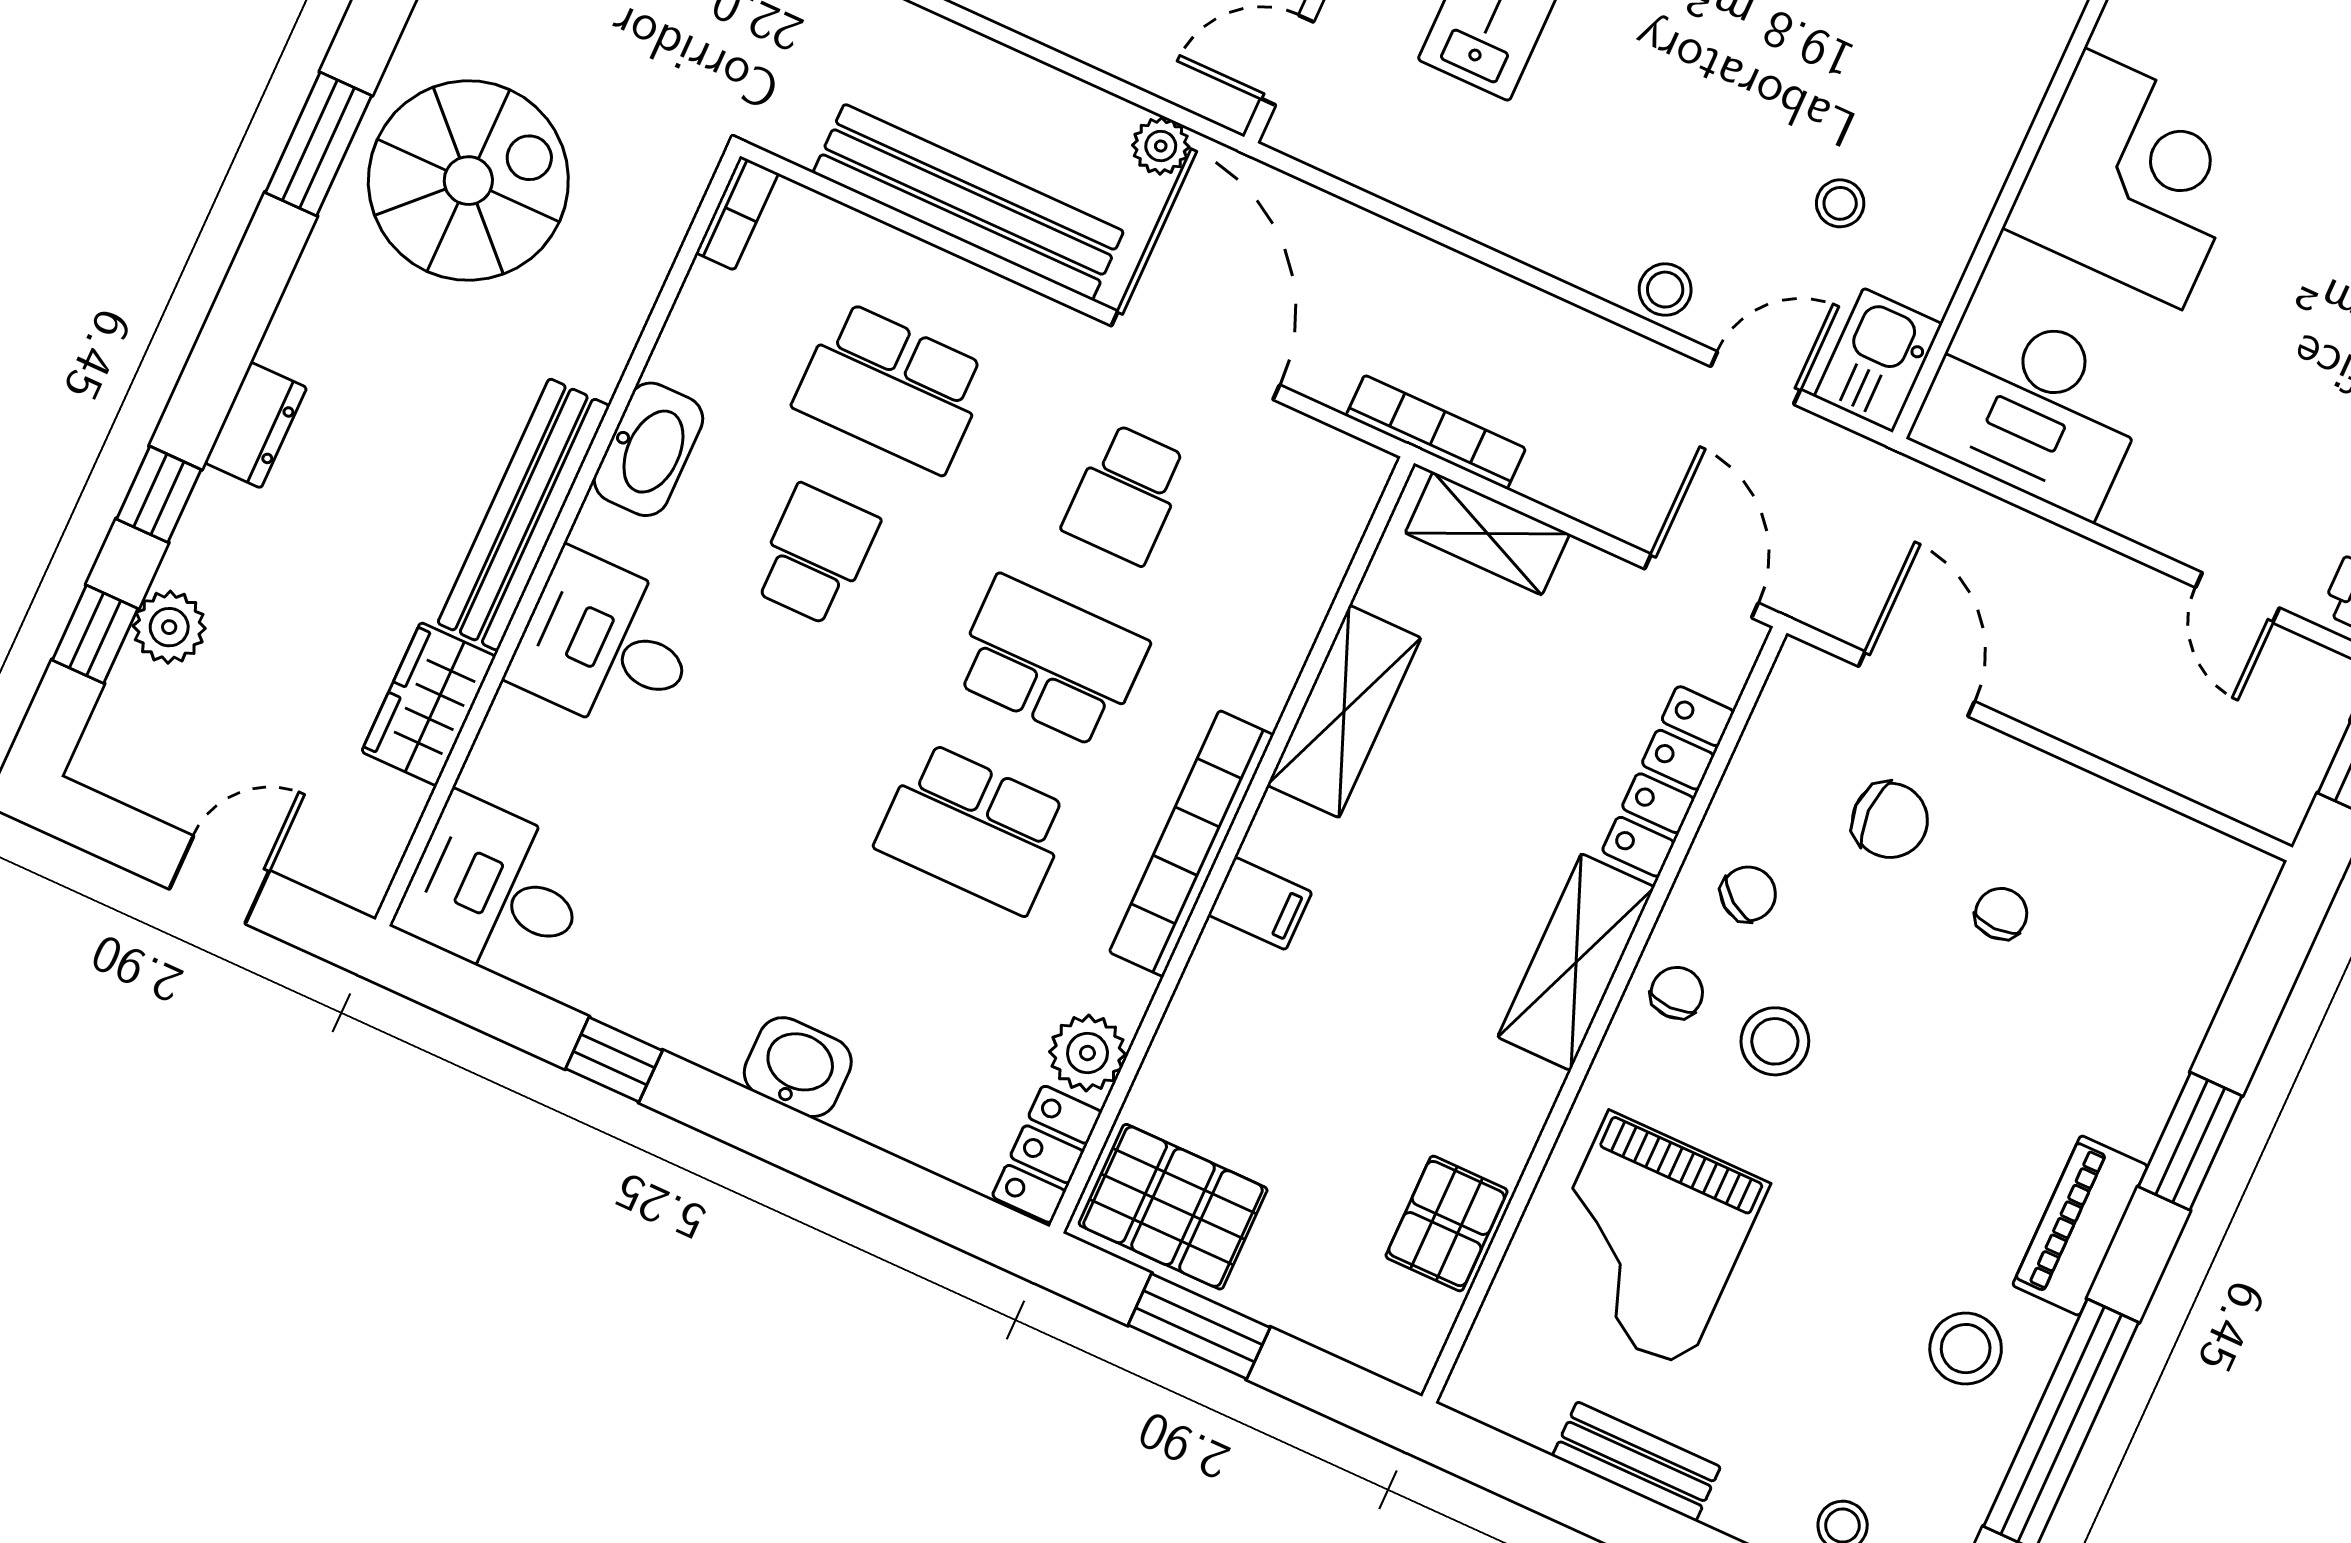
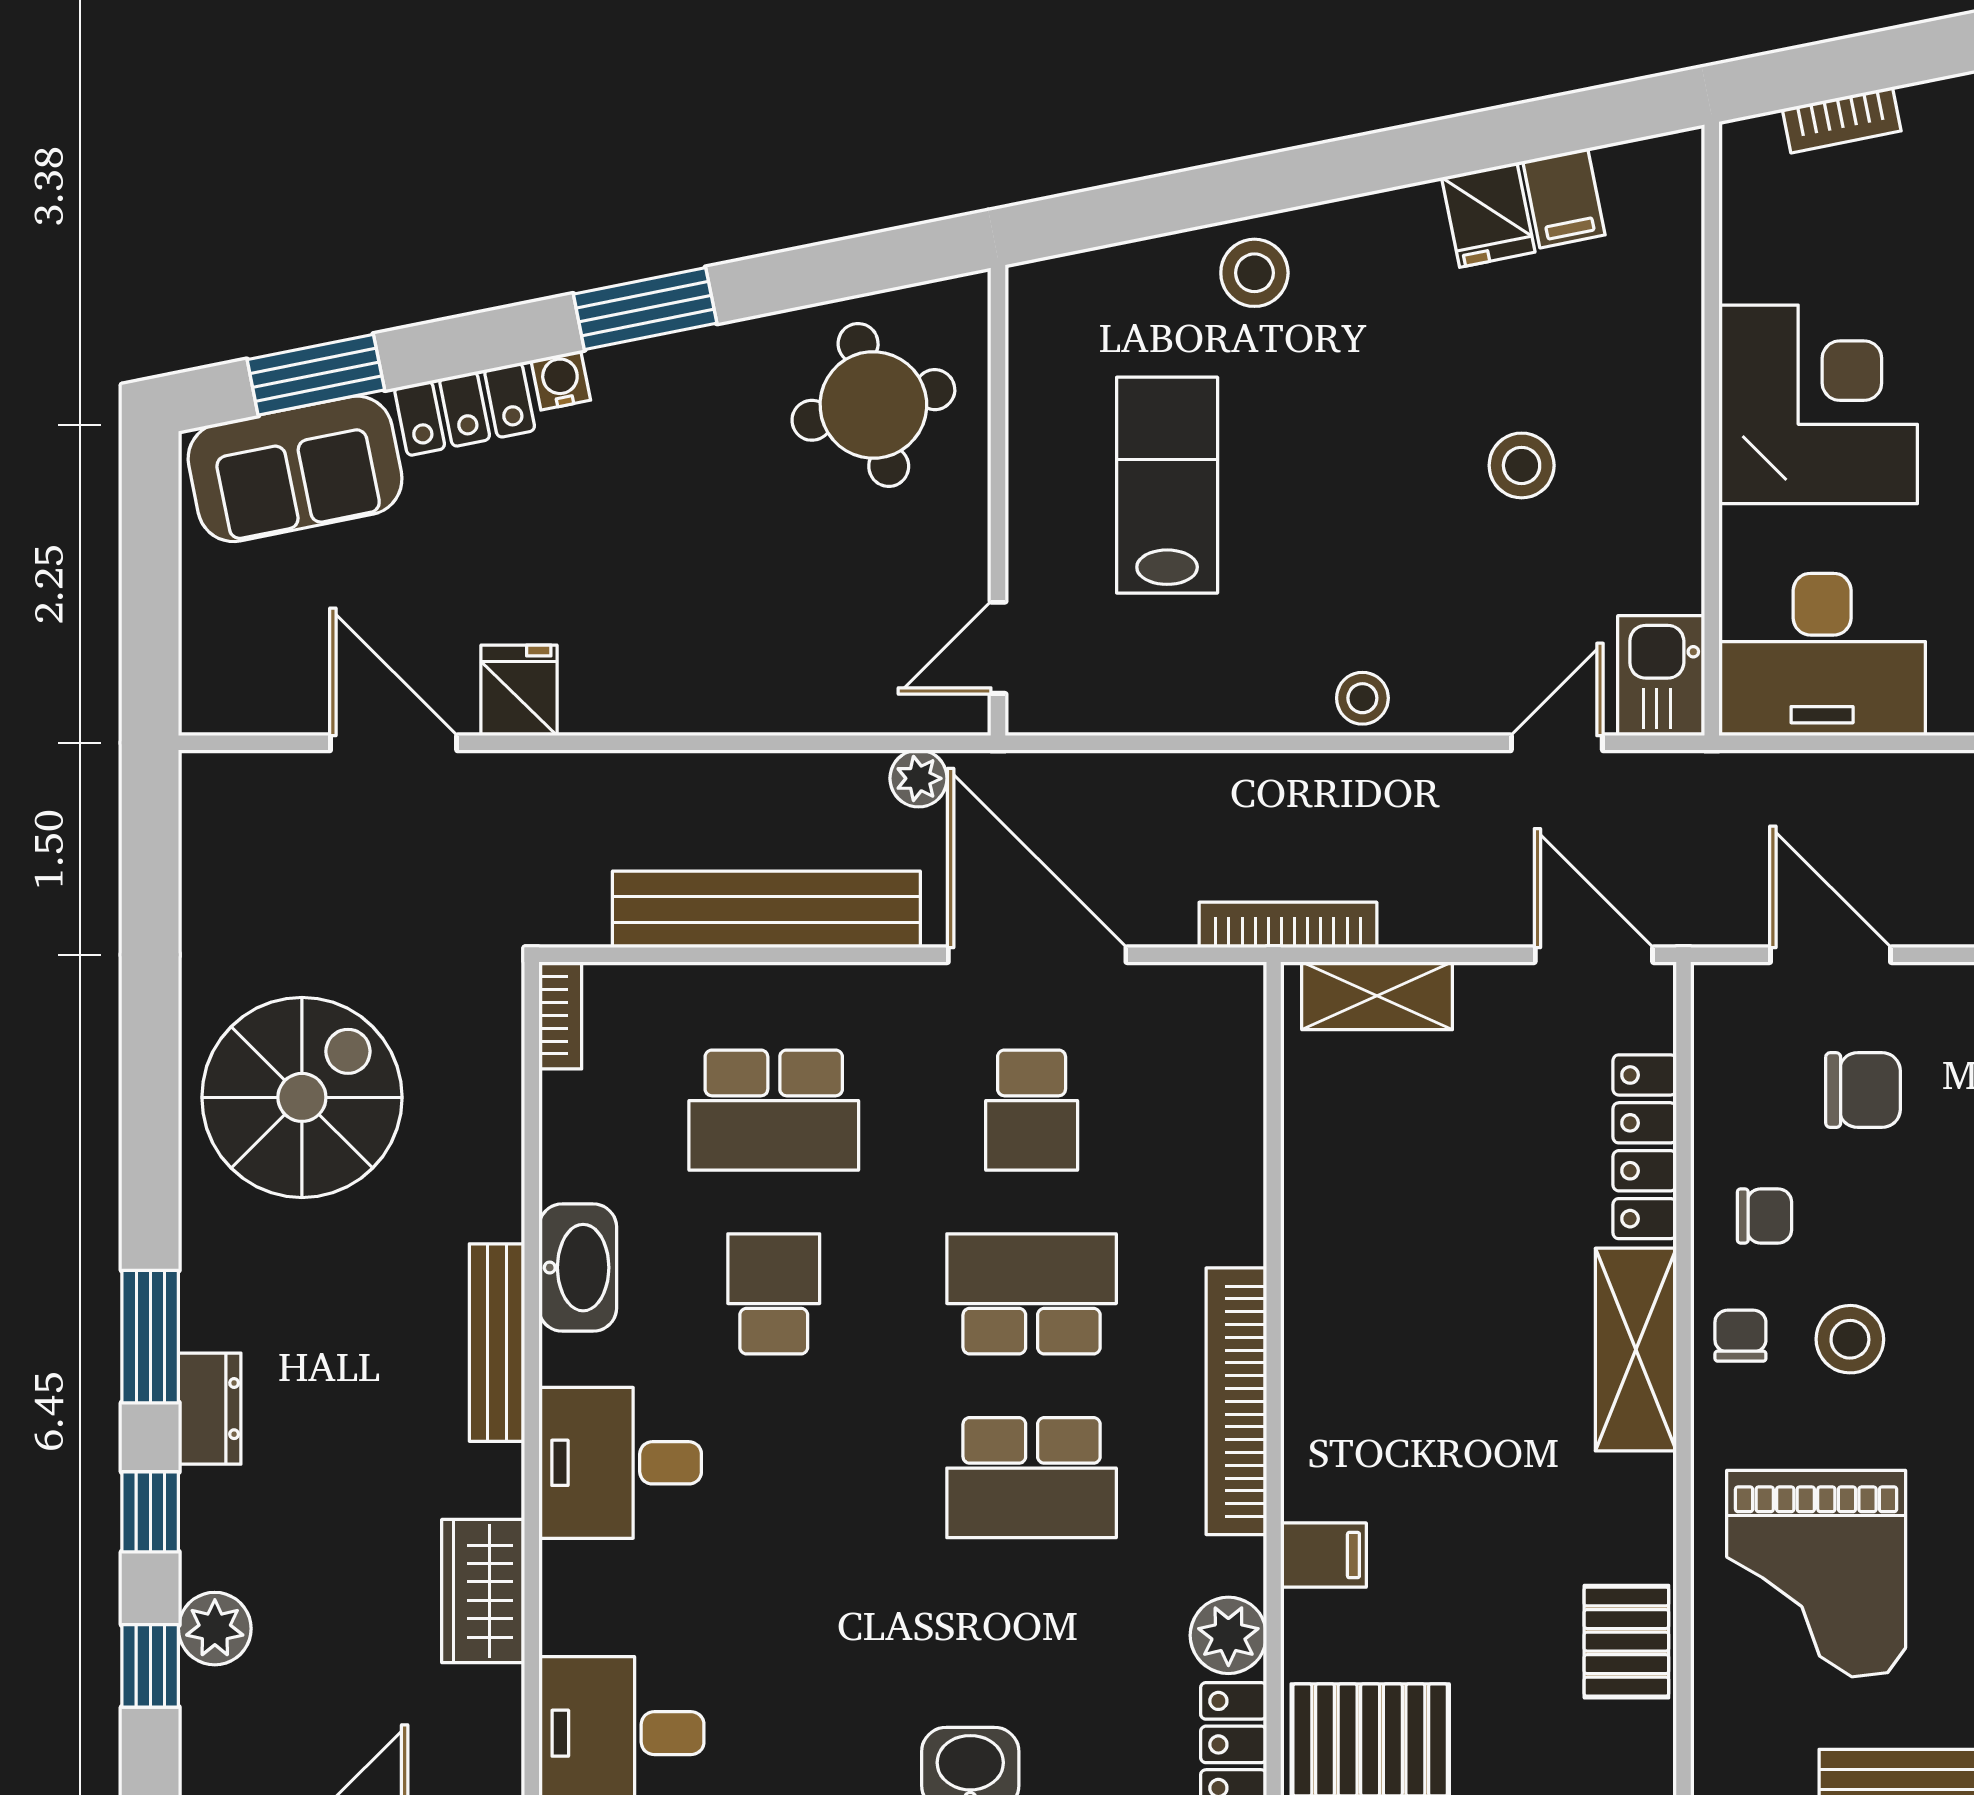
window: (318, 144) -> (150, 1337), moved
stool: (1840, 203) -> (1522, 465), moved, width x1.37, depth x1.37
stool: (1665, 290) -> (1362, 698), moved
bench: (524, 515) -> (497, 1343), width x0.73, depth x0.82
shelving: (1344, 711) -> (1320, 1218), removed
chair: (1748, 894) -> (1764, 1216), turned 54
filing cabinet: (1260, 903) -> (1324, 1555), moved

